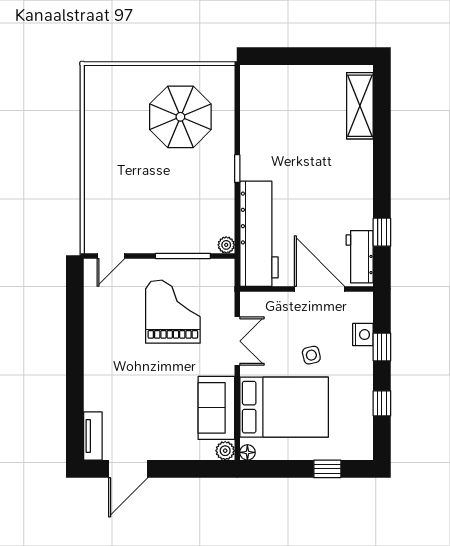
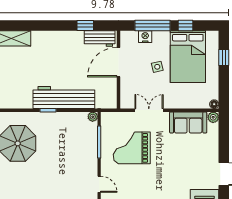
workbench: (259, 234) -> (64, 97), moved
window: (382, 347) -> (152, 25), width x2.17
bed: (284, 407) -> (188, 57), moved, turned 180

